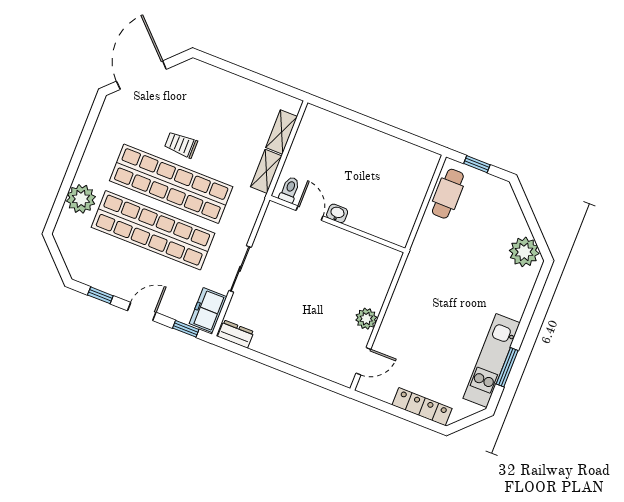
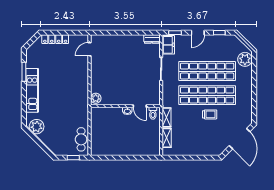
plant: (81, 199) -> (245, 59), moved
plant: (366, 319) -> (96, 98), moved
kitchen unit: (491, 361) -> (32, 90), moved

